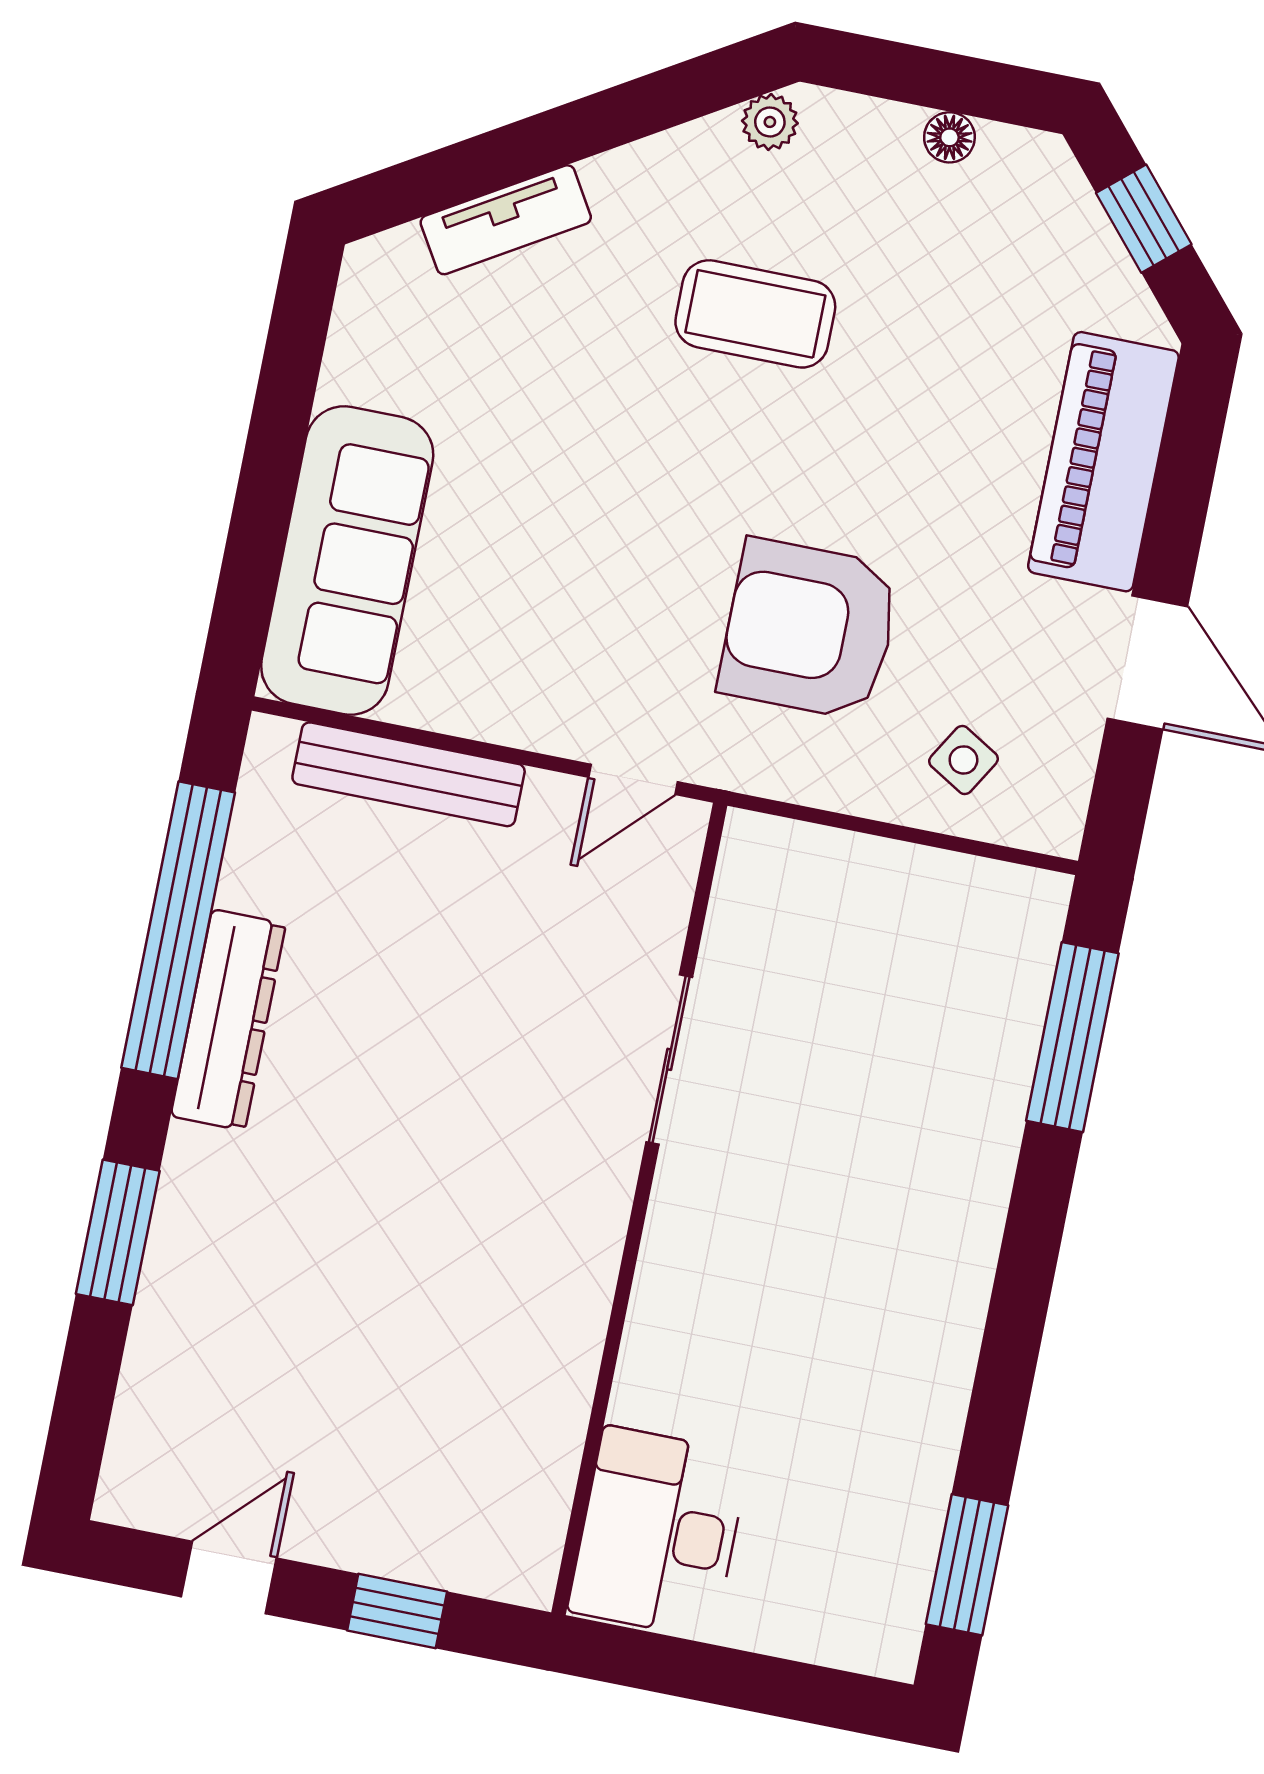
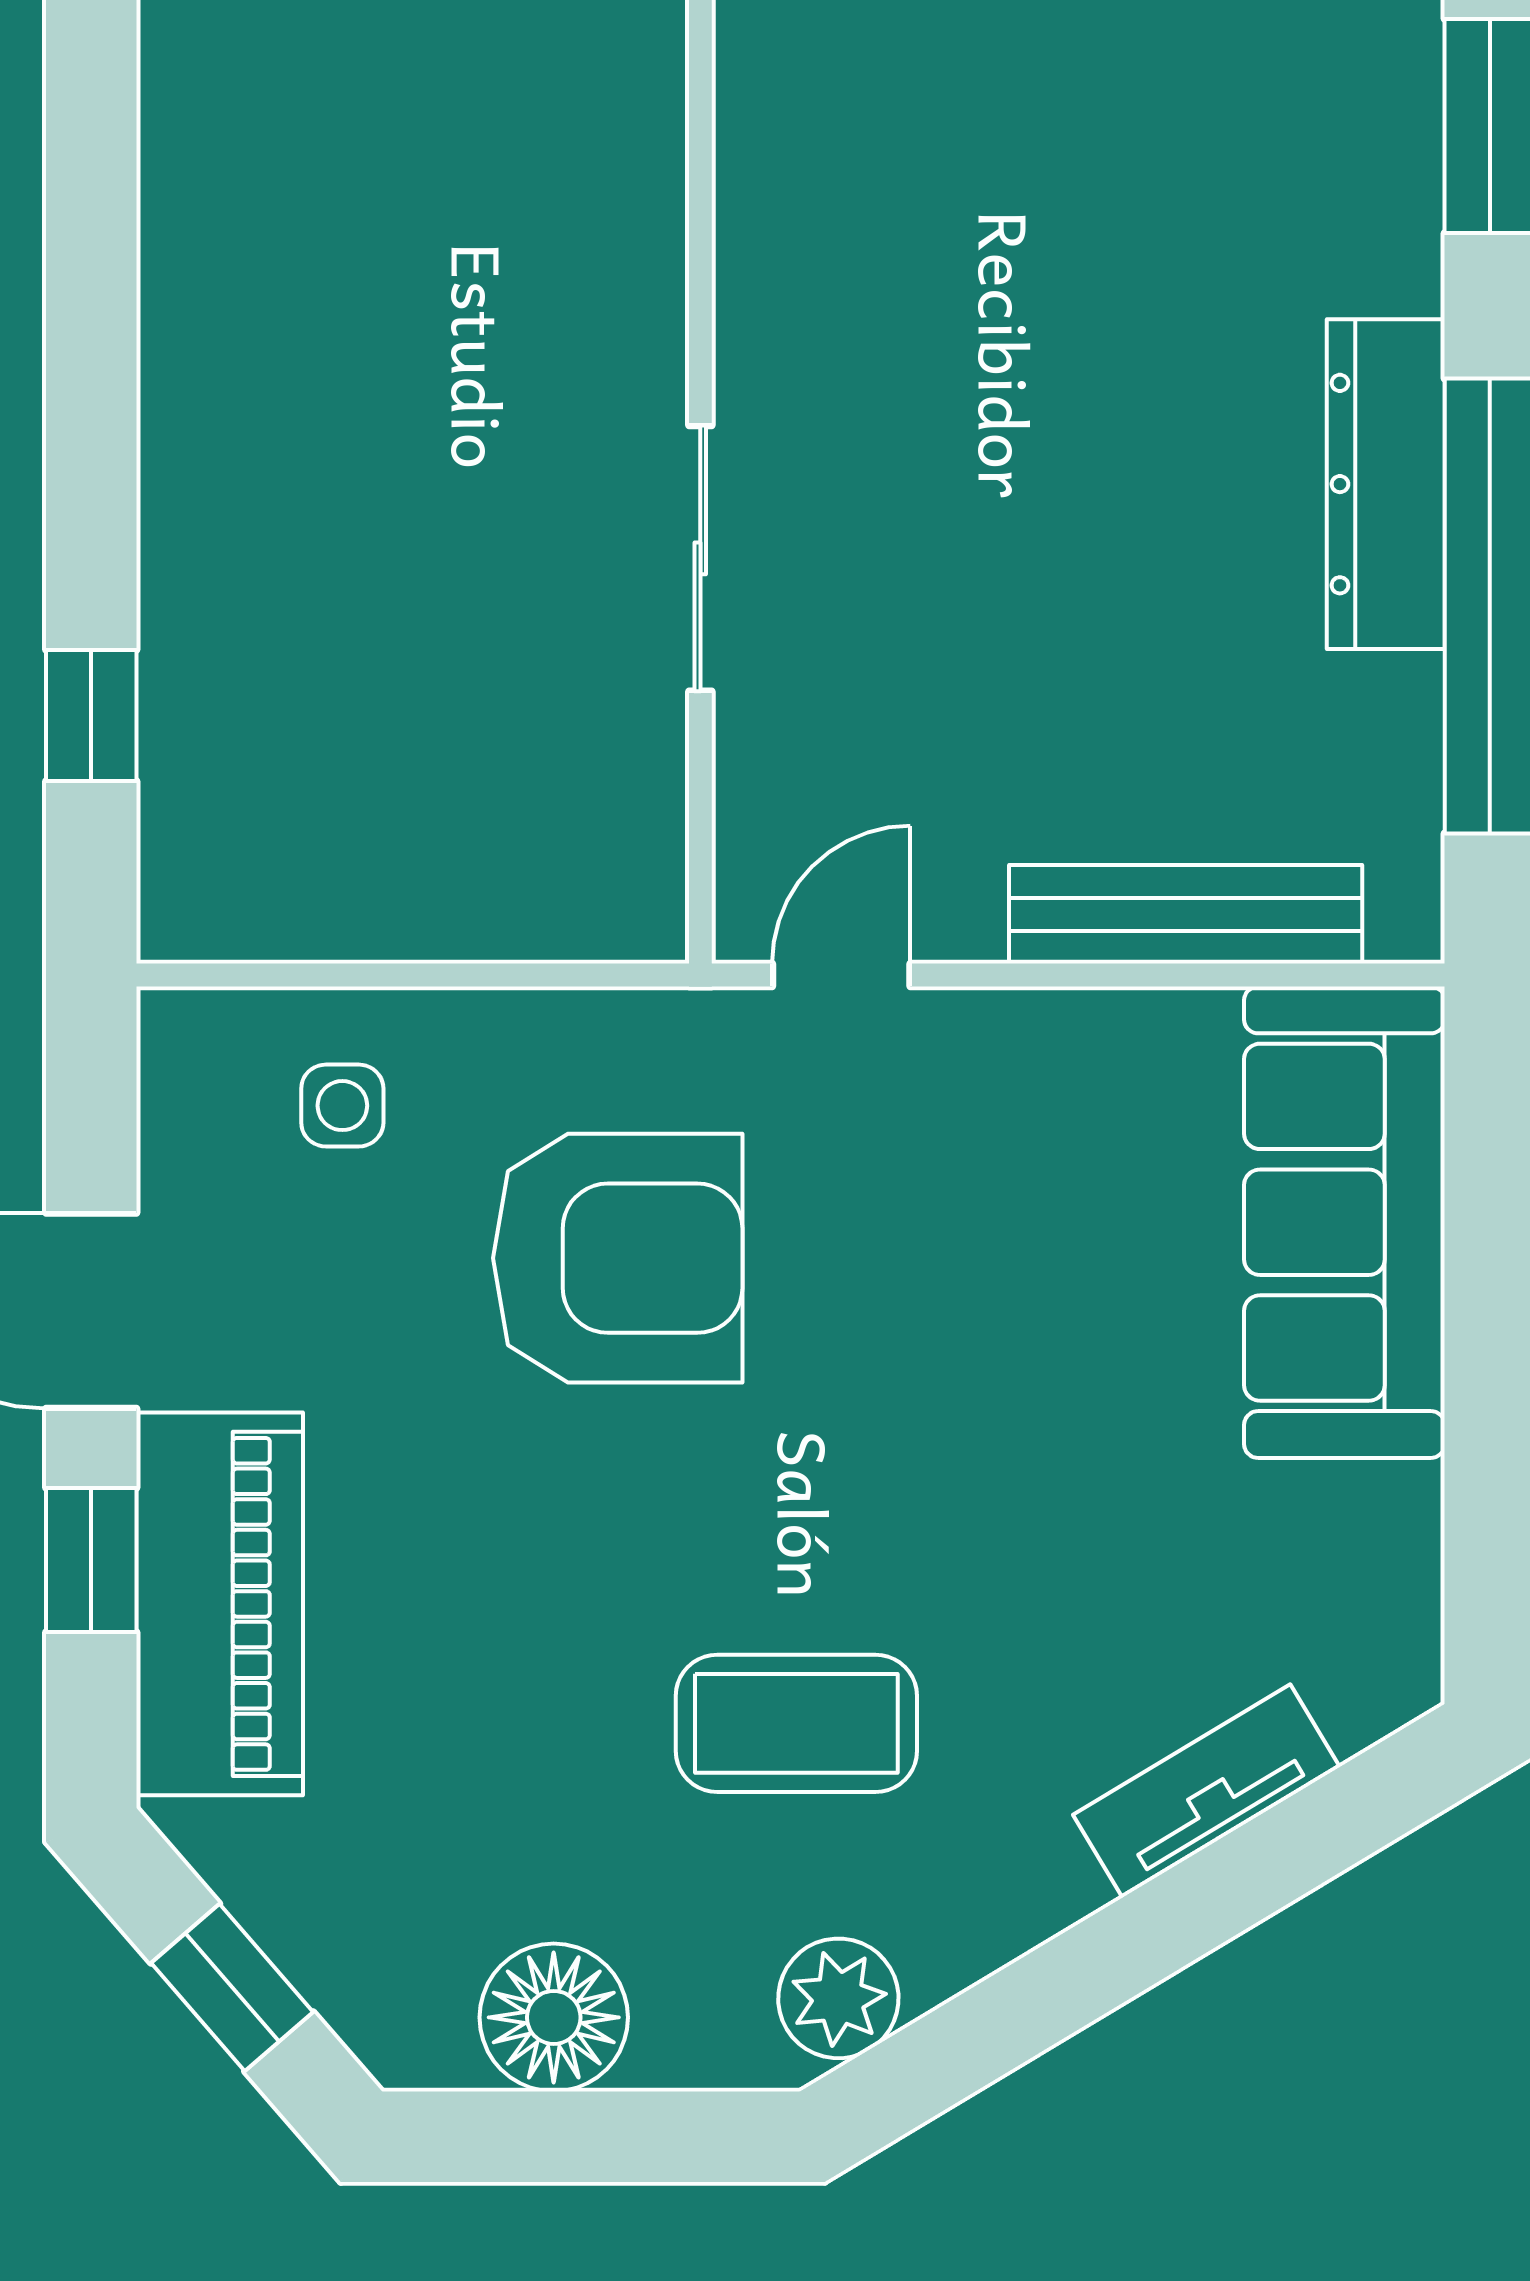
plant: (770, 122) -> (838, 1998), width x1.38, depth x1.38
floor lamp: (949, 137) -> (554, 2017), width x1.89, depth x1.89
window: (1179, 505) -> (91, 1560), added
side table: (963, 760) -> (342, 1106), turned -31
window: (1072, 1037) -> (91, 716), width x0.46

